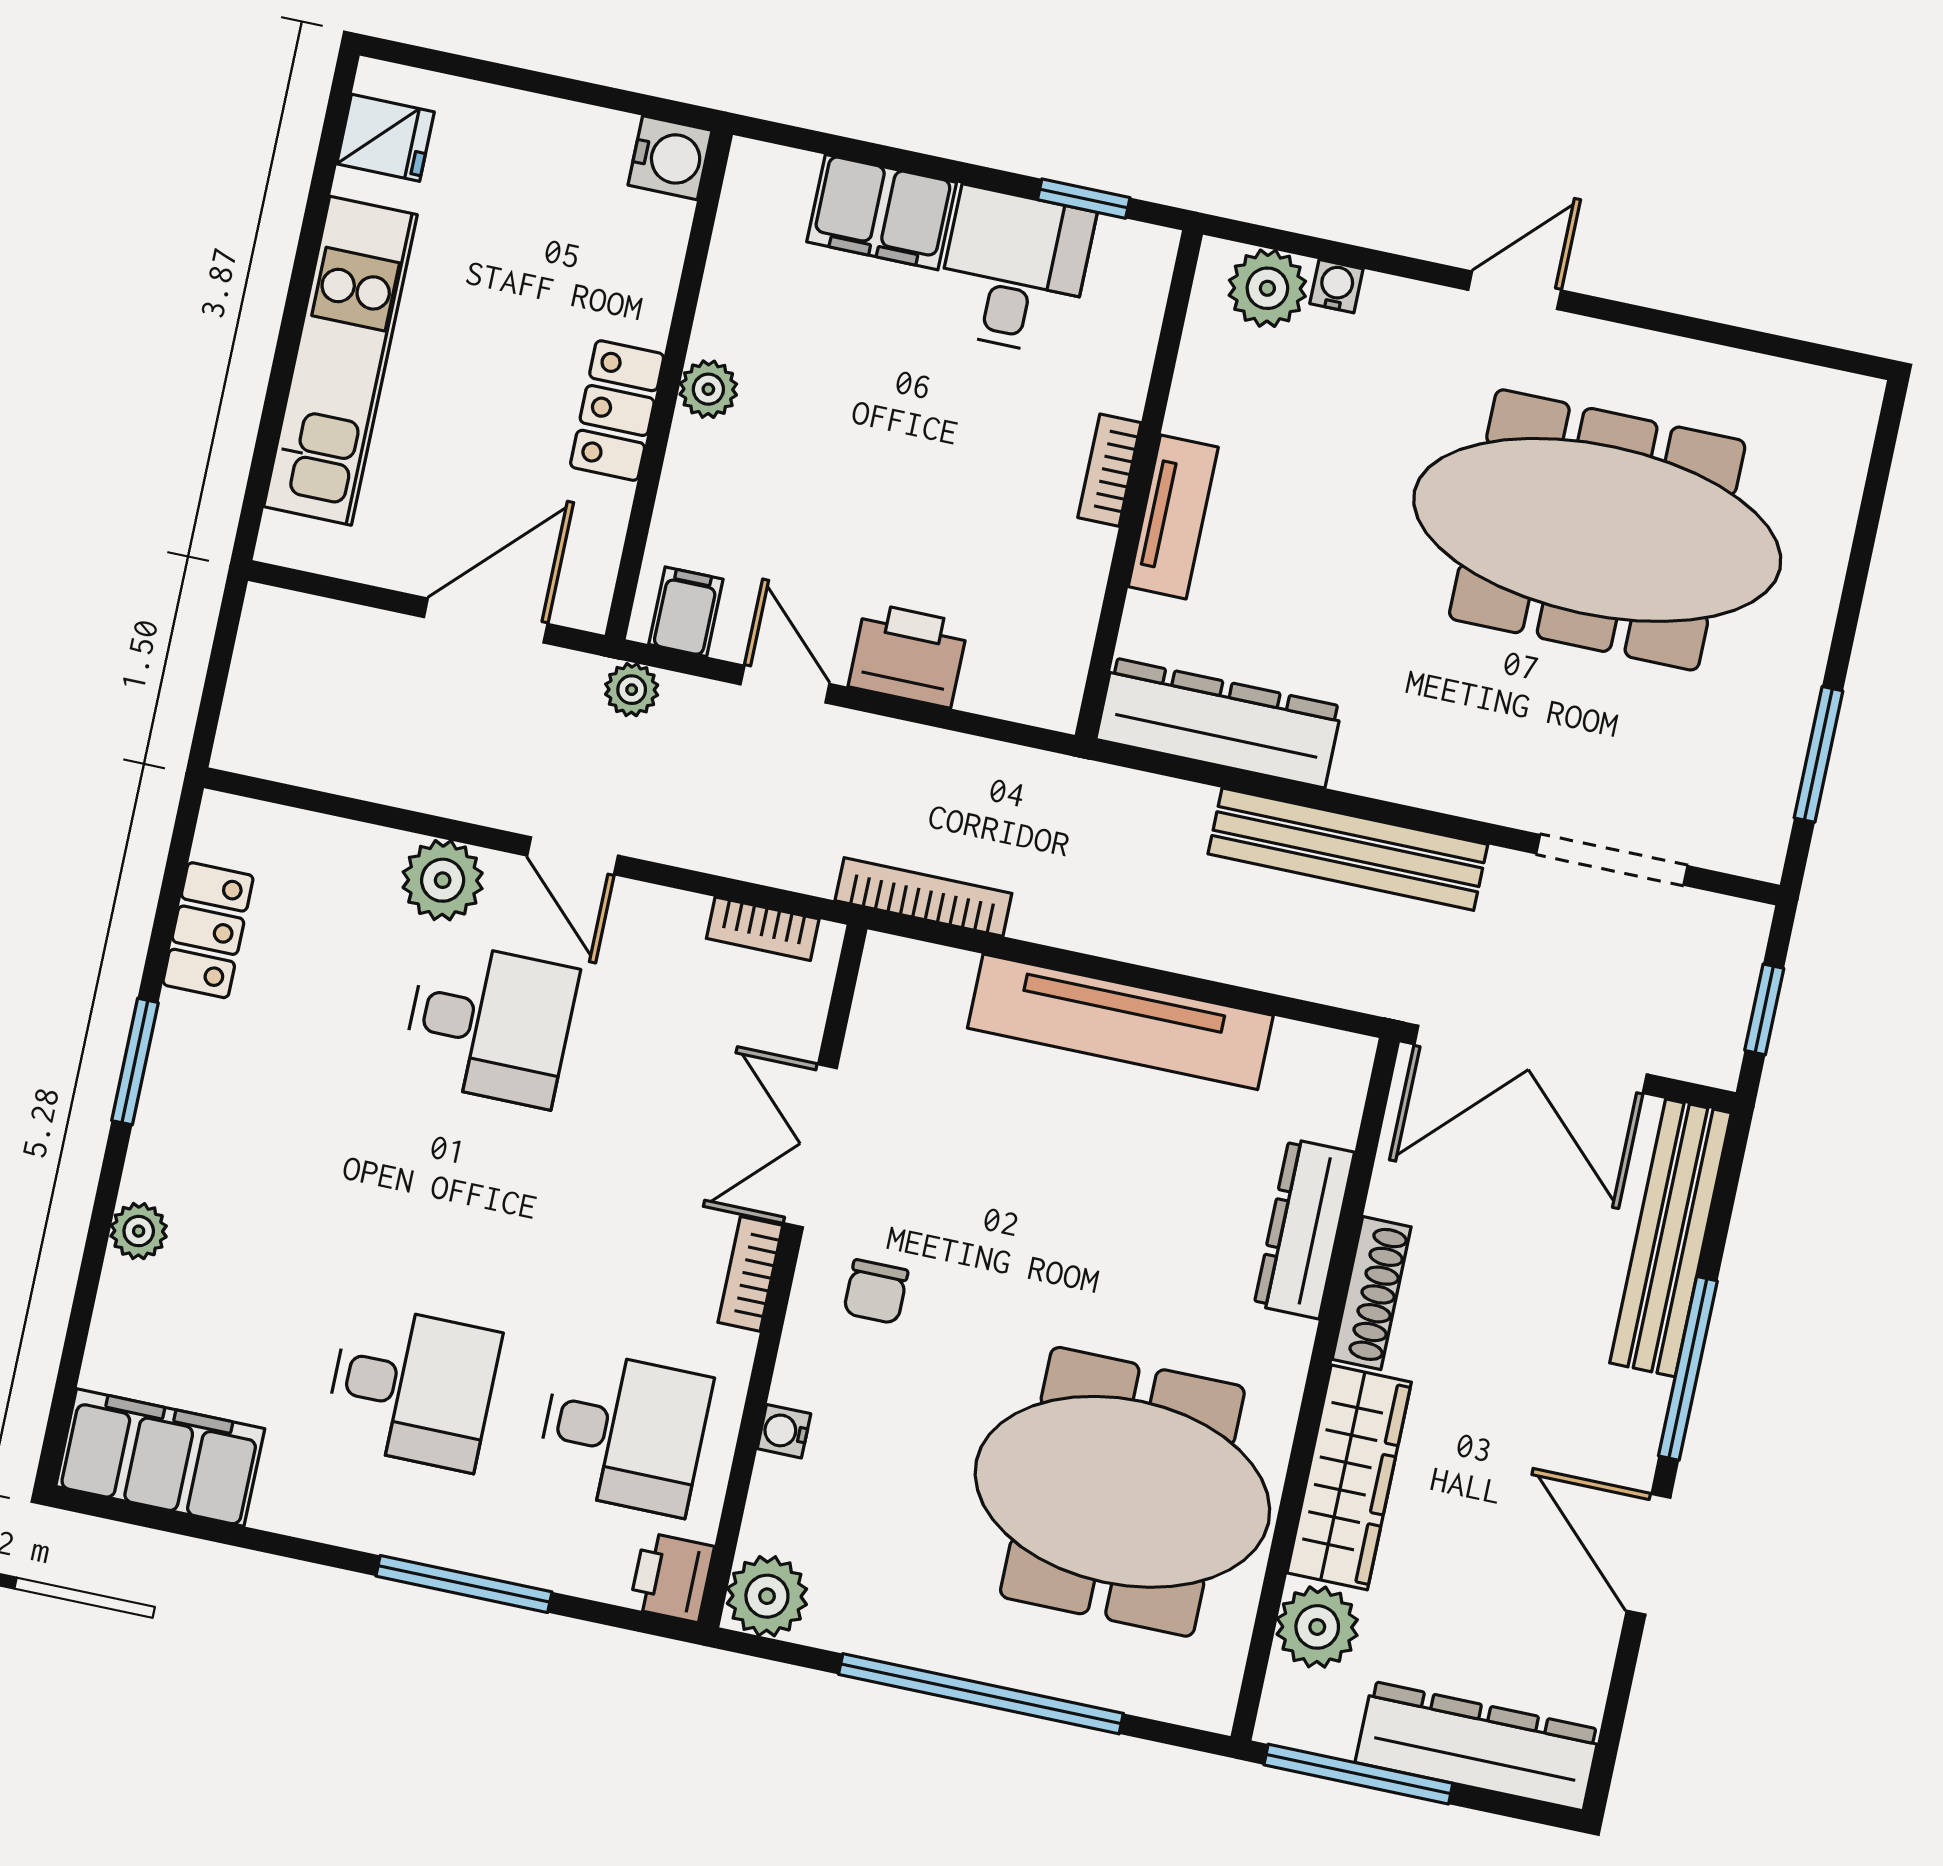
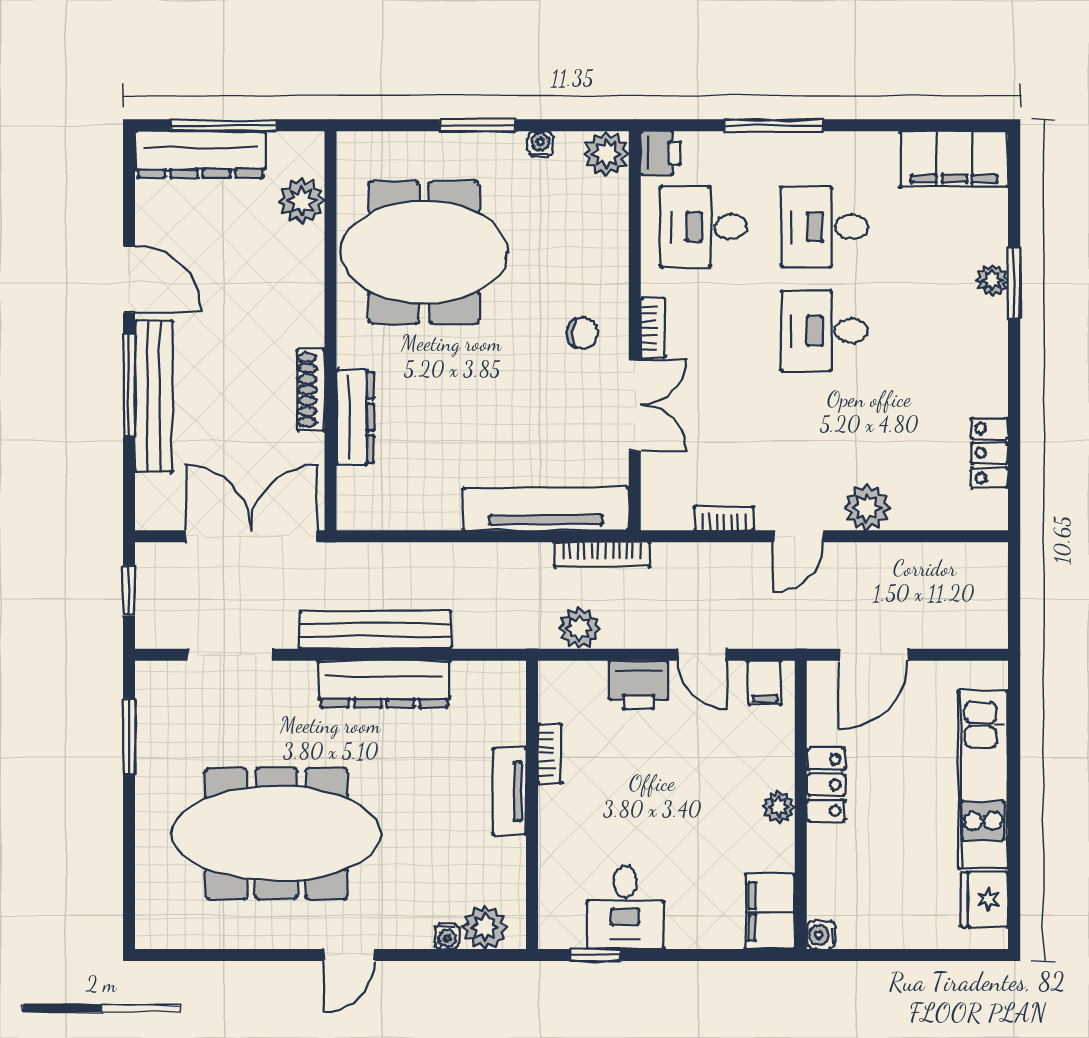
fridge: (385, 138) -> (984, 899), width x1.38
water cooler: (670, 158) -> (821, 935), width x0.72, depth x0.72
filing cabinet: (882, 212) -> (770, 912), moved, turned -90
bookcase: (1109, 470) -> (550, 754), moved
plant: (632, 690) -> (579, 628), moved, width x1.38, depth x1.38
dresser: (1219, 723) -> (384, 684), moved
door: (573, 856) -> (799, 536), swing flipped
bookcase: (763, 929) -> (724, 518), moved
tv unit: (1120, 1022) -> (546, 509), moved
desk: (490, 1024) -> (824, 331), moved
window: (135, 1062) -> (1014, 283), moved
bench: (1670, 1238) -> (154, 396), moved
chair: (876, 1292) -> (582, 333), turned 90
water cooler: (784, 1431) -> (540, 144), moved, turned -90
wardrobe: (1349, 1477) -> (302, 286), removed
window: (981, 1694) -> (478, 125), width x0.47
window: (1358, 1774) -> (223, 125), moved

